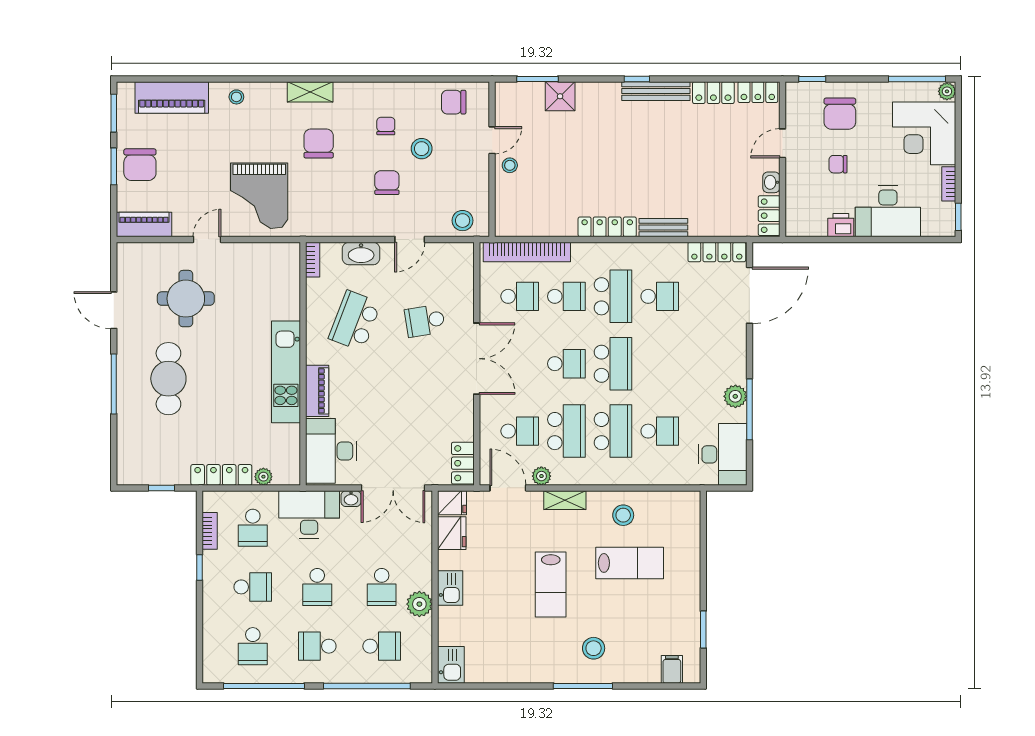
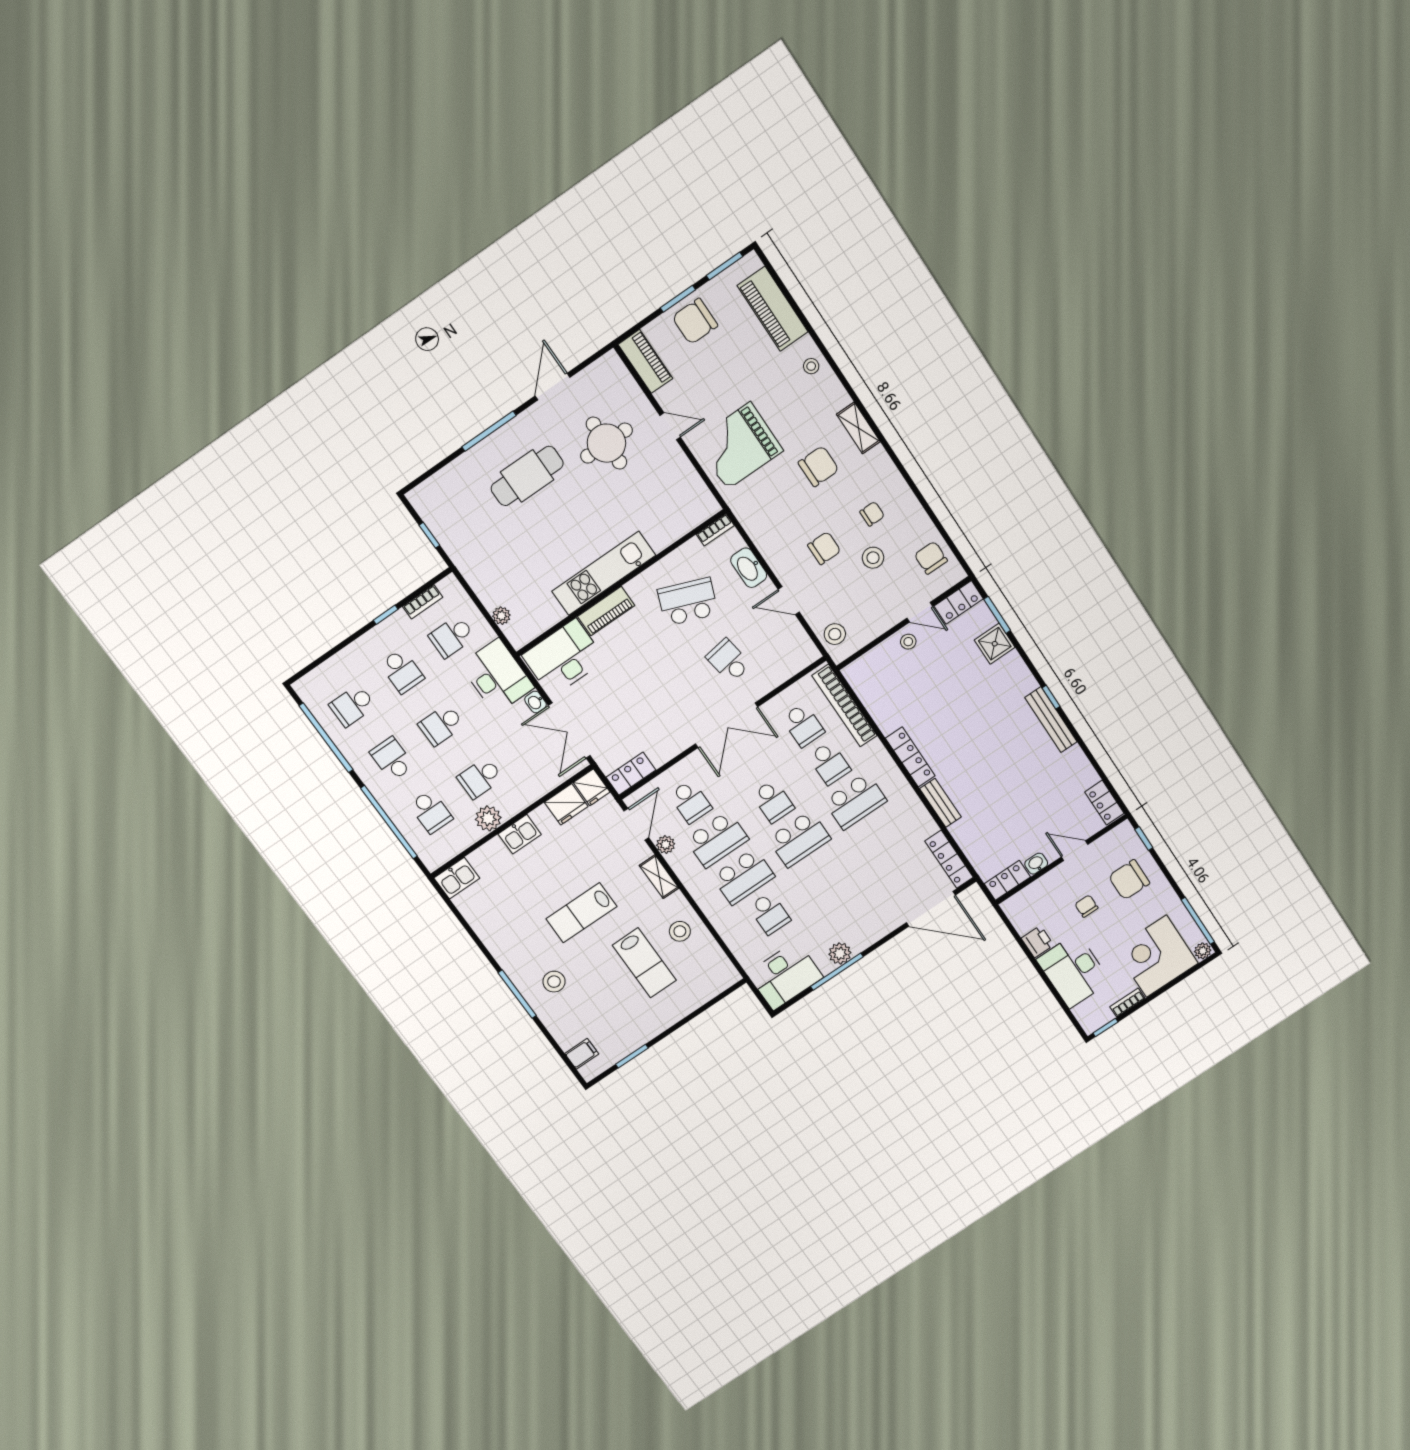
locker: (713, 93) -> (959, 602), moved, turned -90
school desk: (660, 296) -> (881, 838), removed
locker: (221, 475) -> (477, 579), removed

